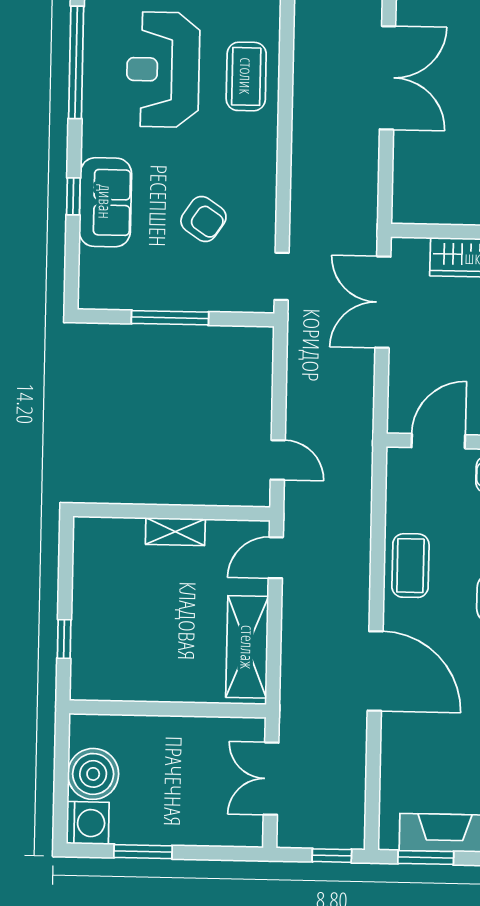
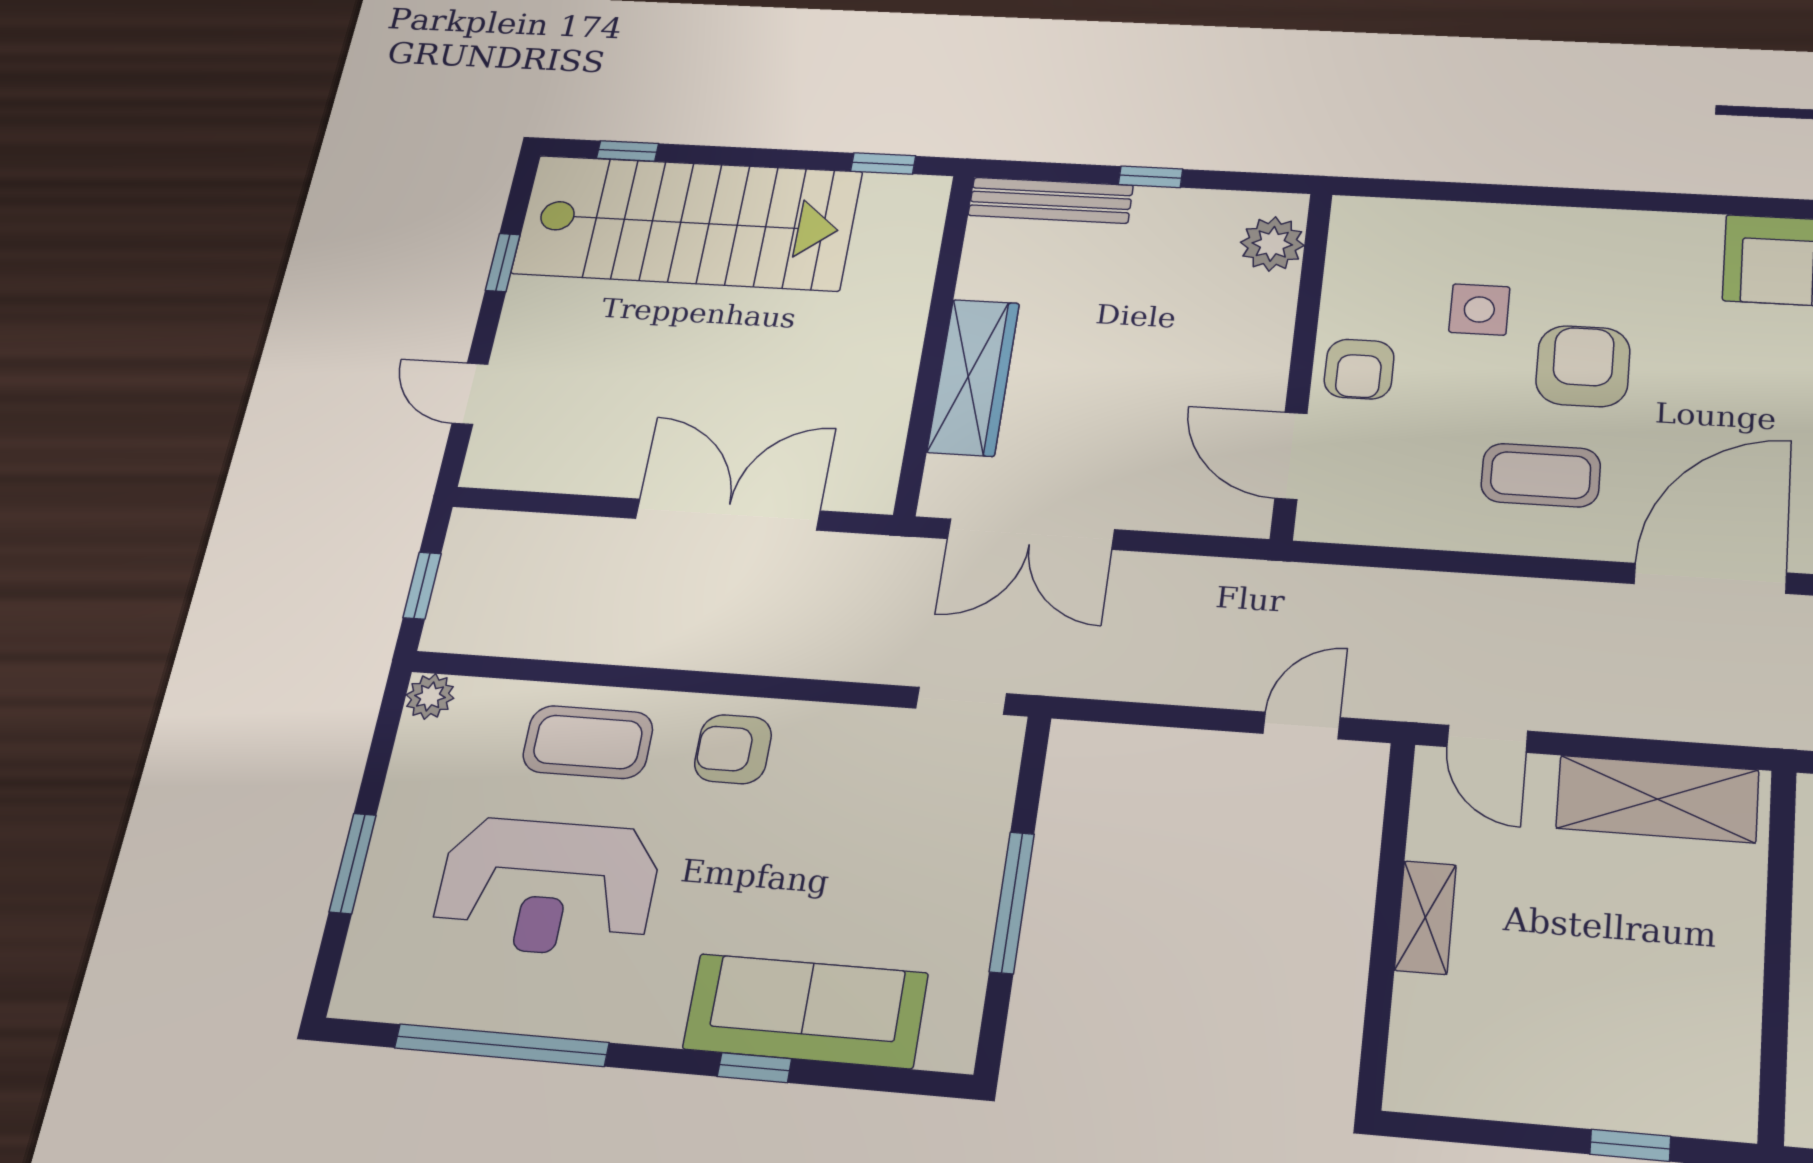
double door: (388, 78) -> (728, 515), moved
sofa: (105, 202) -> (806, 1011), width x1.36
armchair: (203, 219) -> (733, 749), moved, turned -124
coffee table: (410, 566) -> (1541, 475), moved

